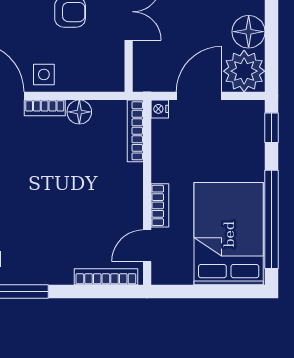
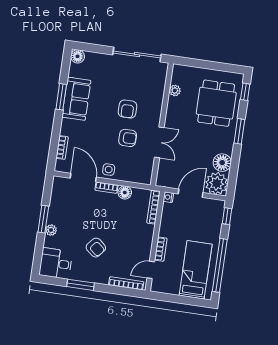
armchair: (41, 220) -> (96, 248), added
bed: (229, 234) -> (196, 270), width x0.67

